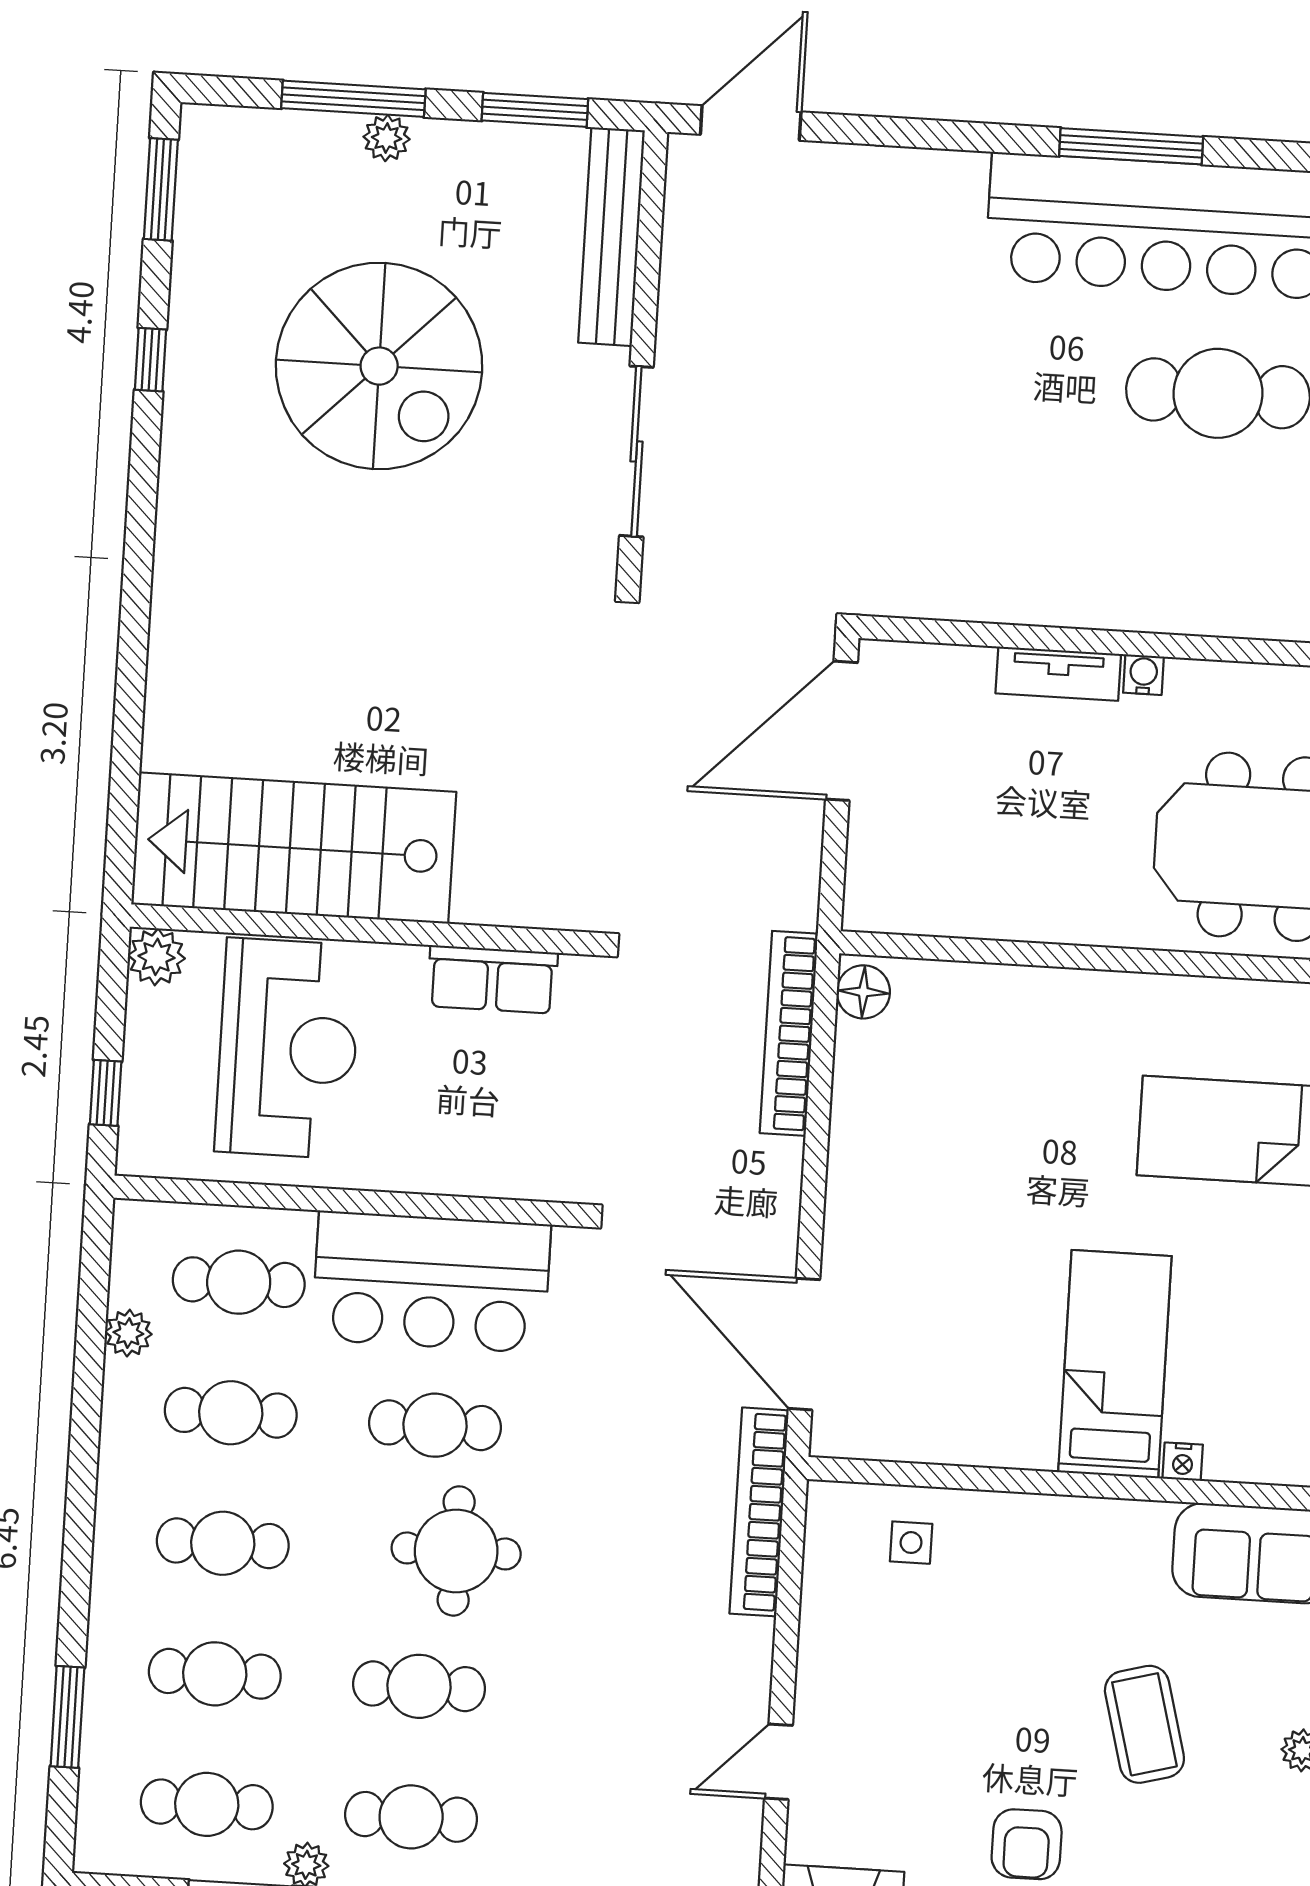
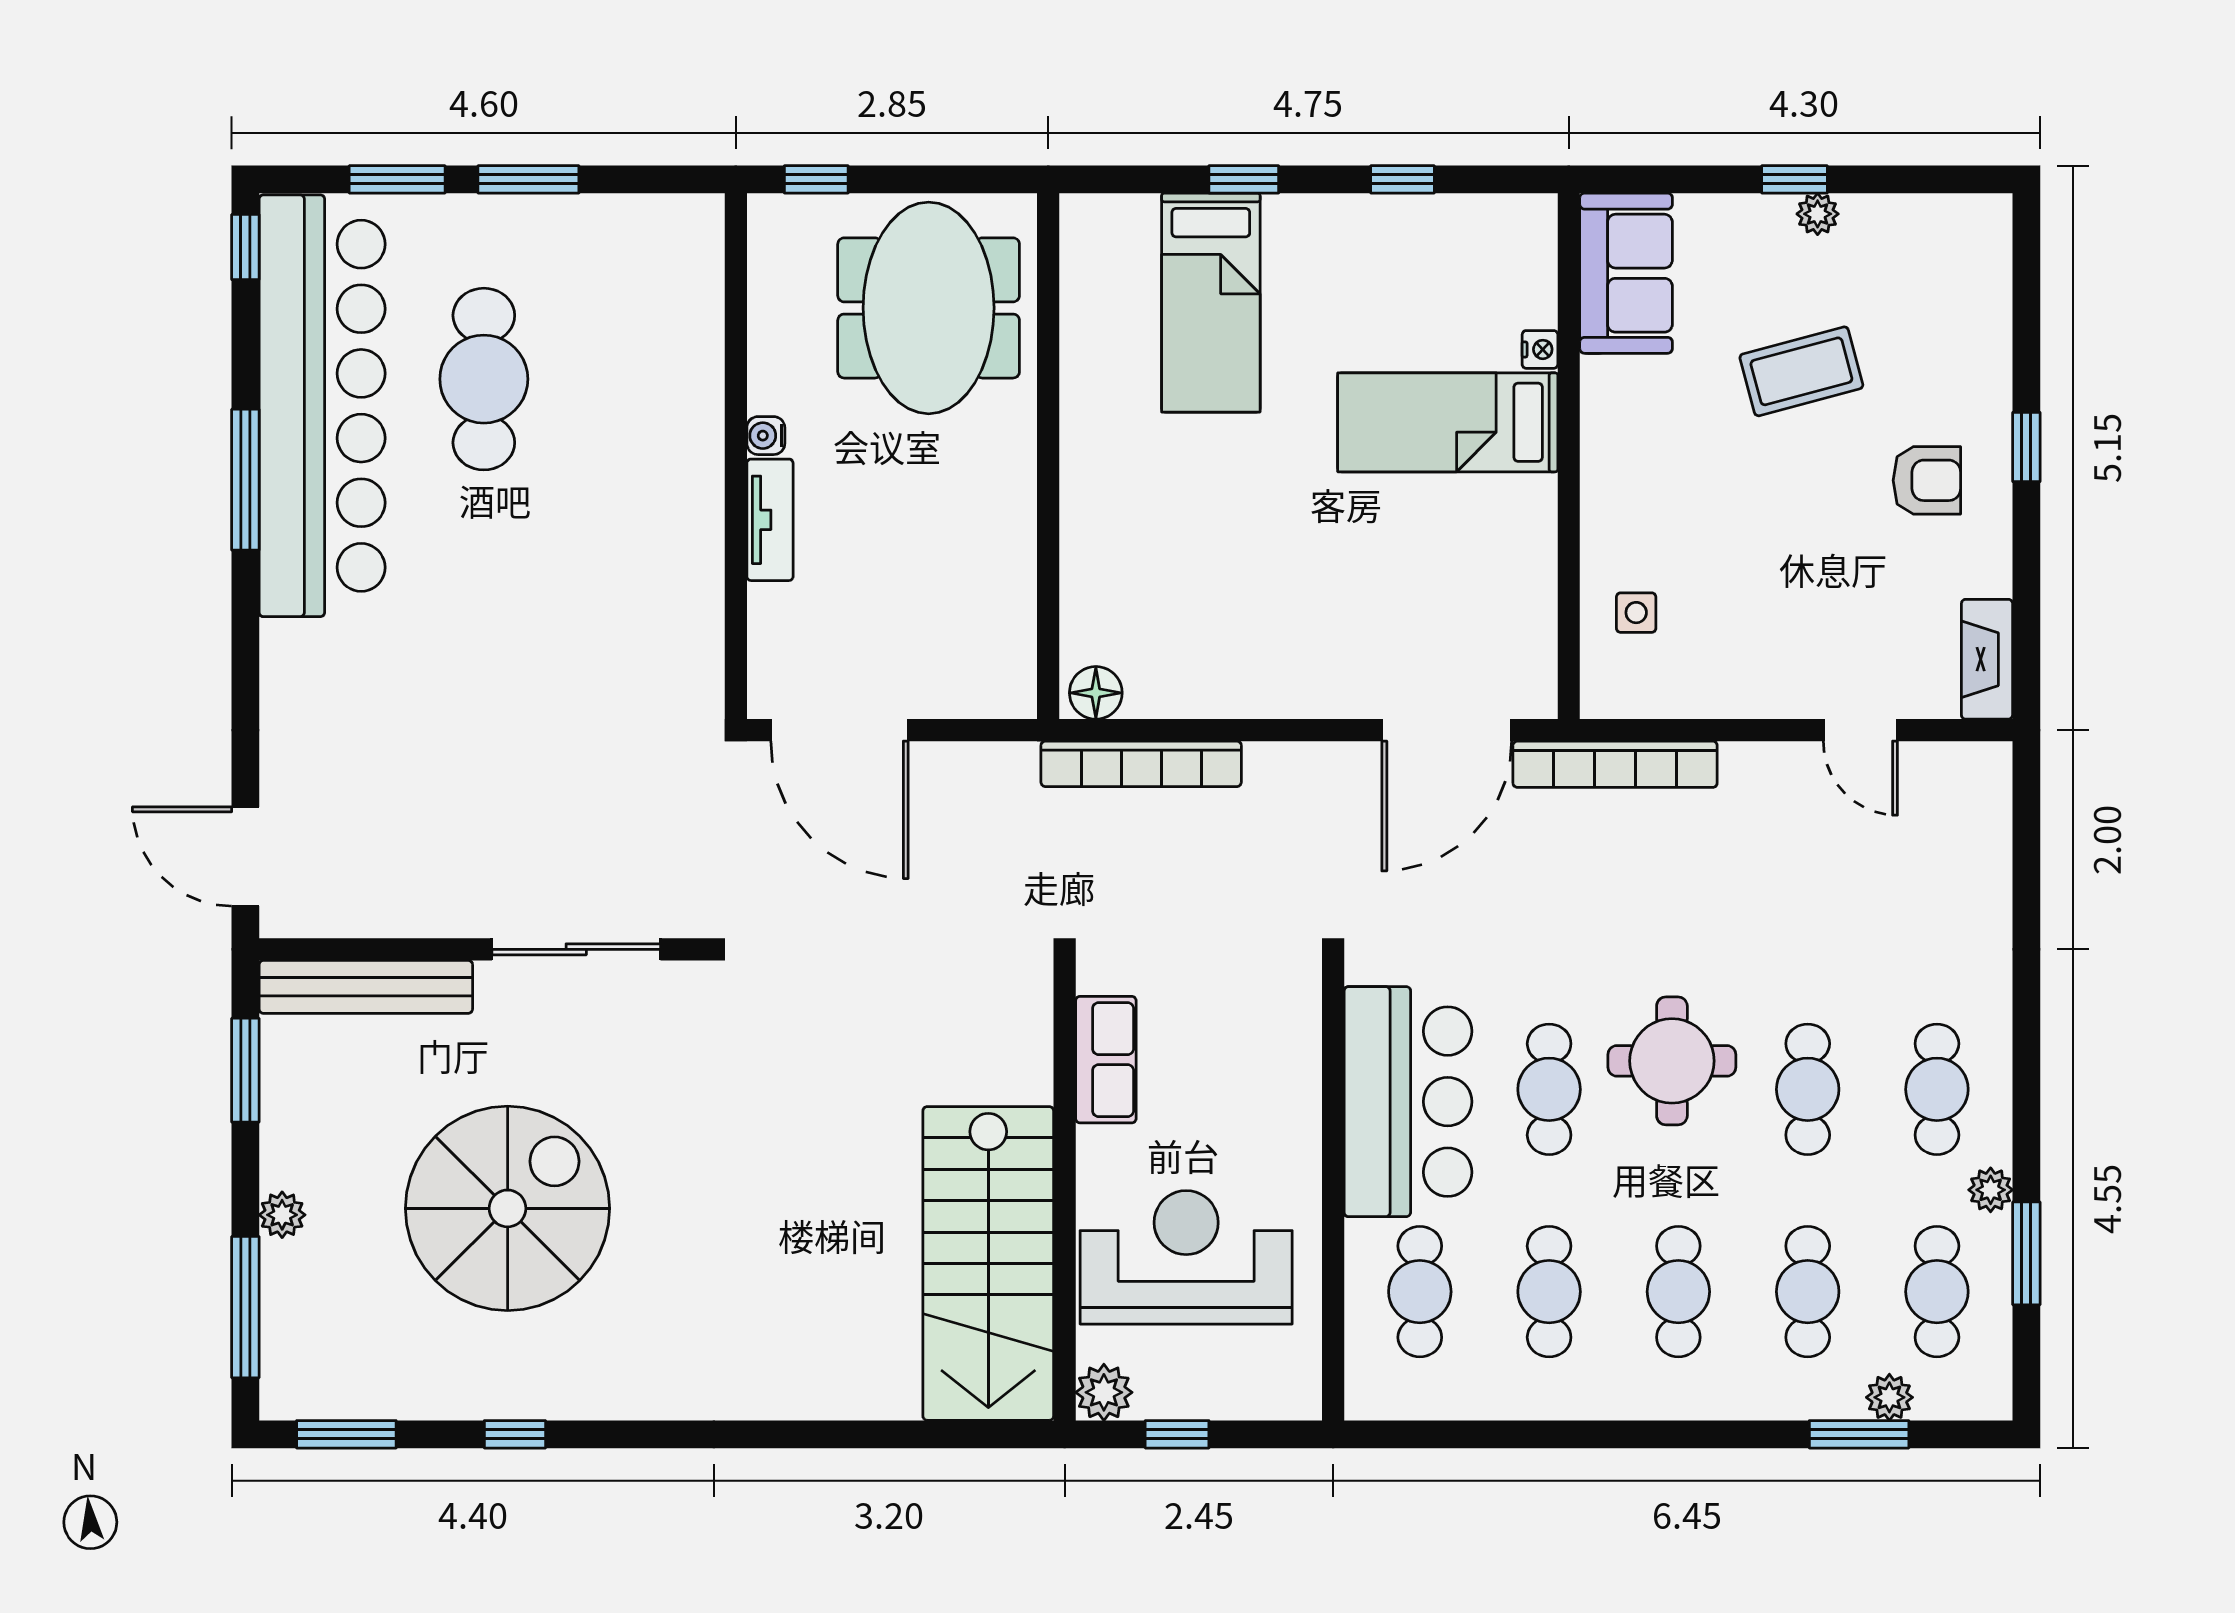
window: (353, 99) -> (245, 1307), moved
window: (106, 1093) -> (1177, 1434), moved
plant: (128, 1333) -> (1889, 1397), moved

